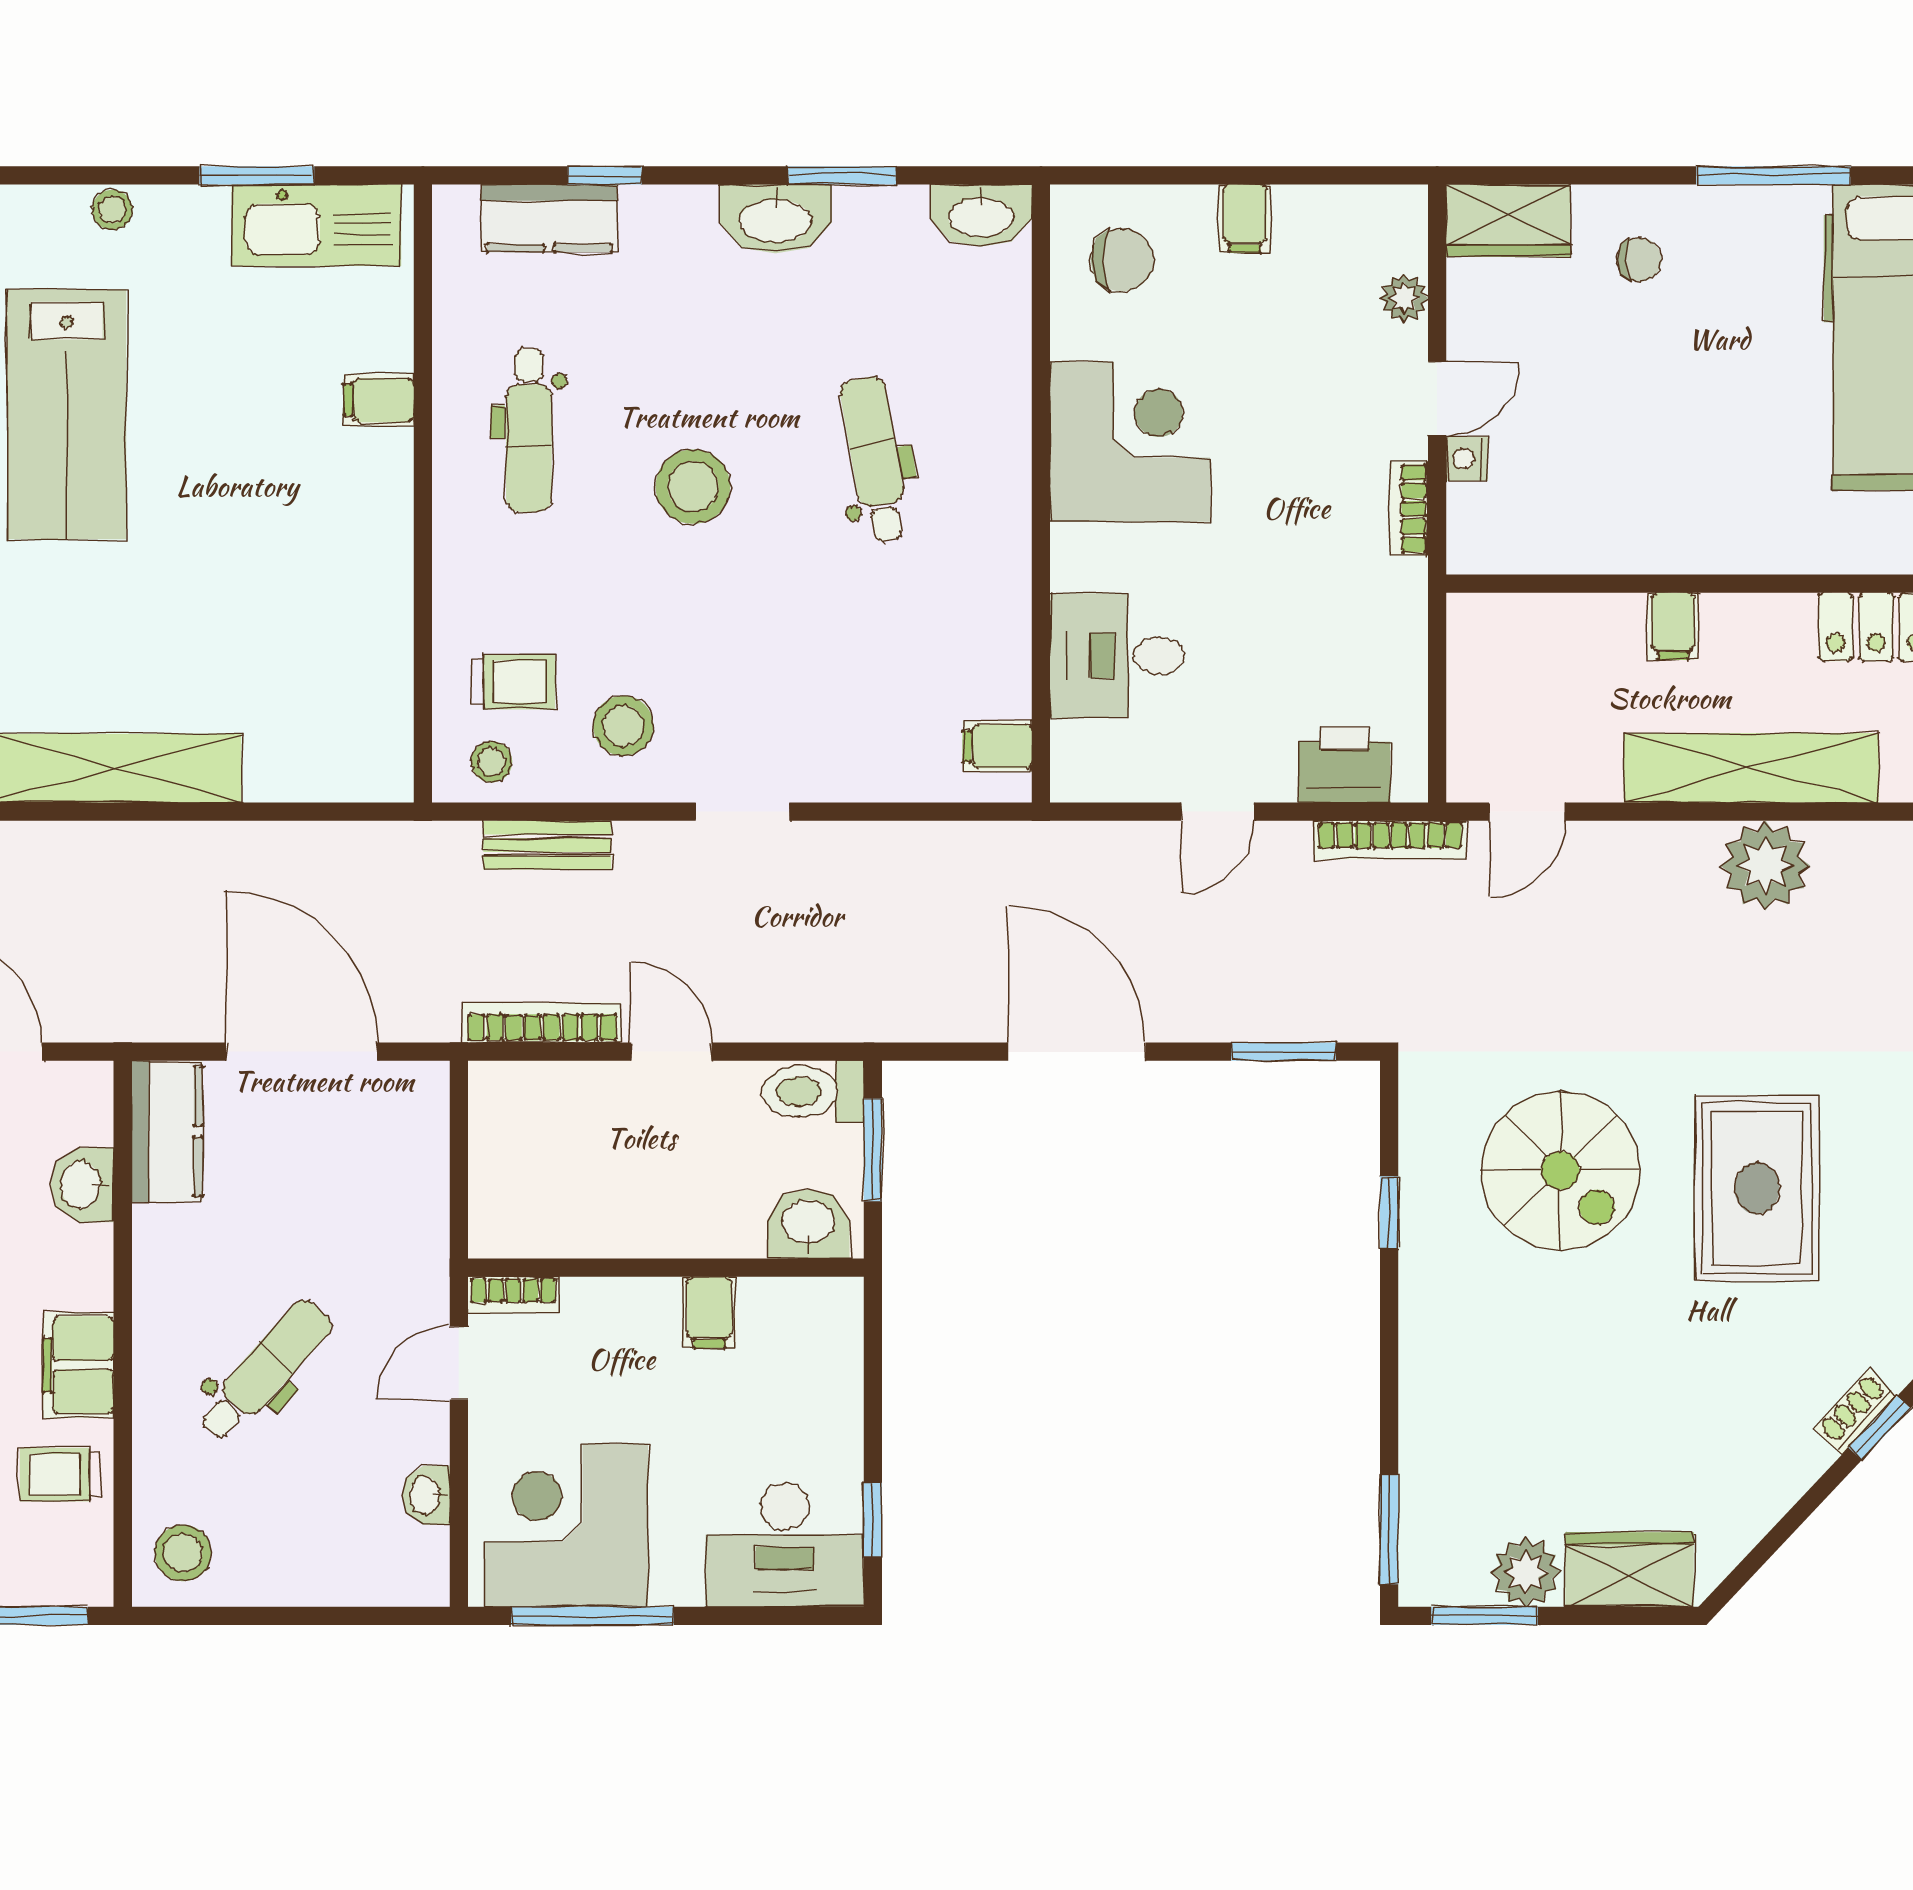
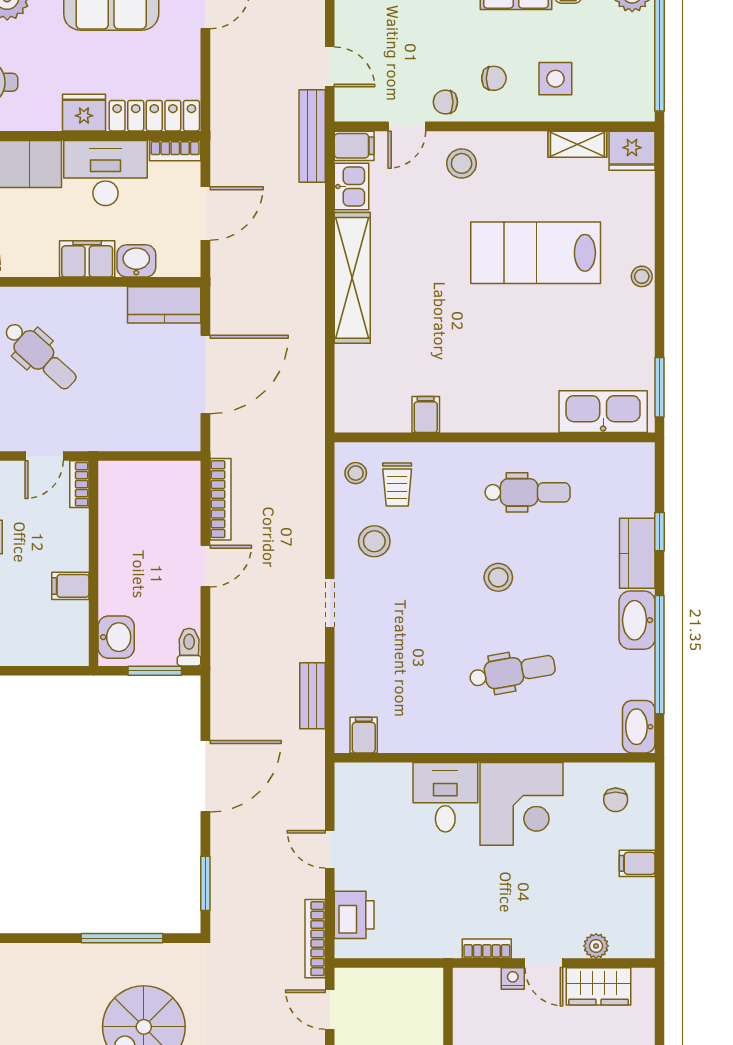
window: (257, 175) -> (660, 387), moved
window: (842, 175) -> (660, 655), width x2.11
kitchen counter: (549, 218) -> (637, 553), moved
wardrobe: (1508, 220) -> (599, 986), moved, turned -90
kitchen sink: (316, 225) -> (603, 412), moved, turned 90
chair: (1122, 260) -> (616, 800), width x0.73, depth x0.73
filing cabinet: (379, 400) -> (426, 415), moved
dental chair: (529, 430) -> (528, 492), turned 180
stool: (693, 487) -> (498, 577), width x0.73, depth x0.73
desk: (1117, 656) -> (445, 797), moved
bench: (547, 845) -> (313, 696), moved
toilet: (813, 1091) -> (189, 647), width x0.73, depth x0.72
window: (1389, 1213) -> (122, 938), width x2.17
door: (459, 1363) -> (44, 456), swing flipped
filing cabinet: (78, 1365) -> (87, 259), moved

